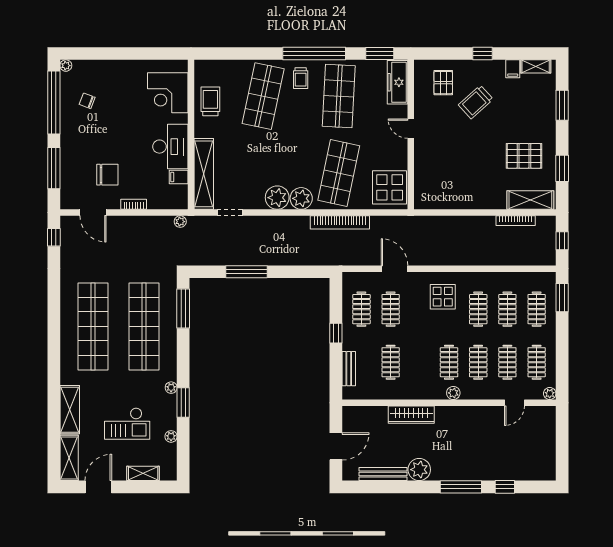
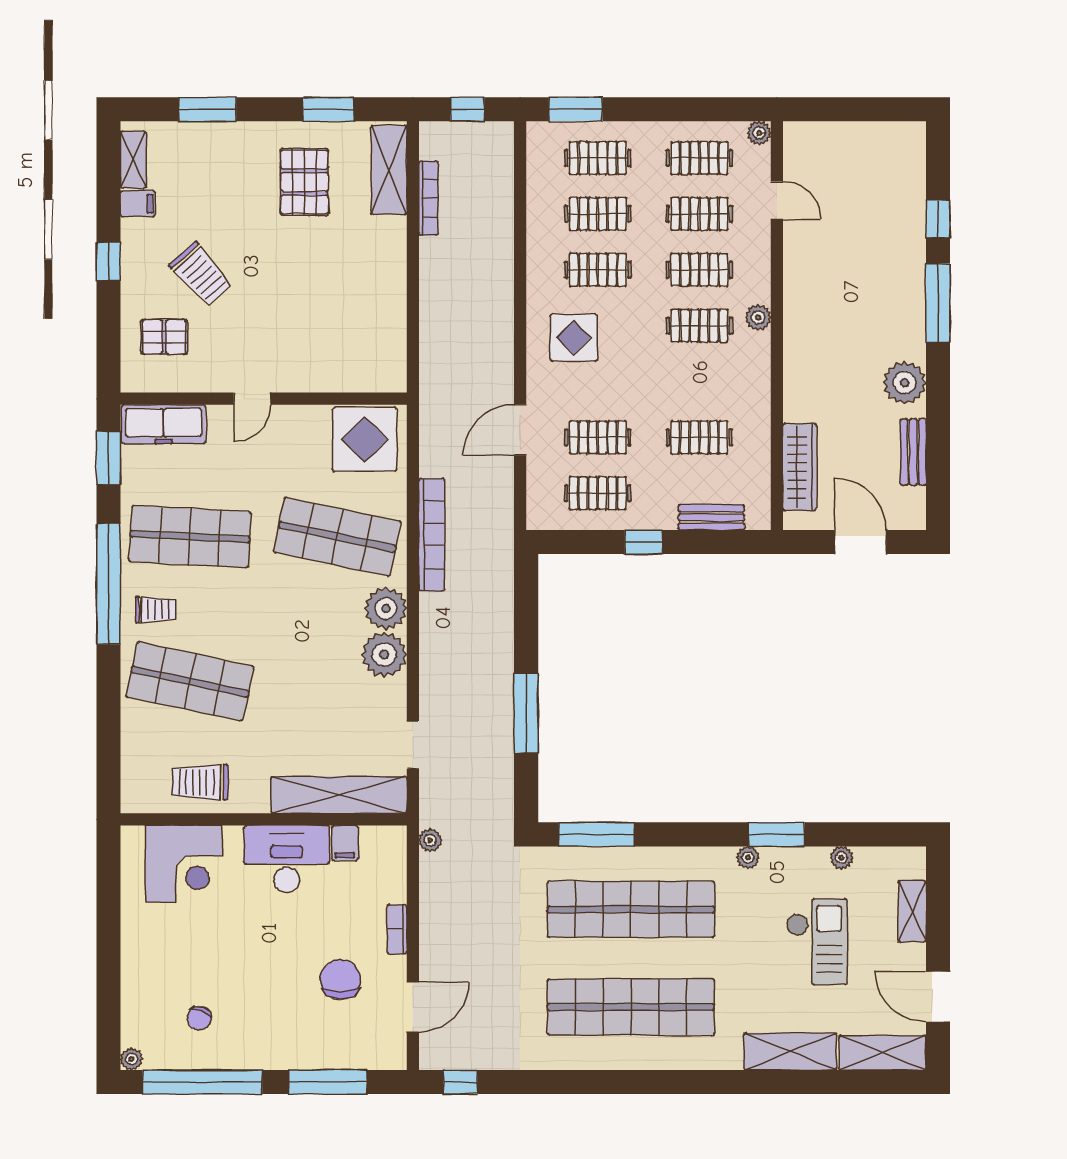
wardrobe: (411, 415) -> (800, 467), moved
bench: (383, 474) -> (913, 452), width x0.73

